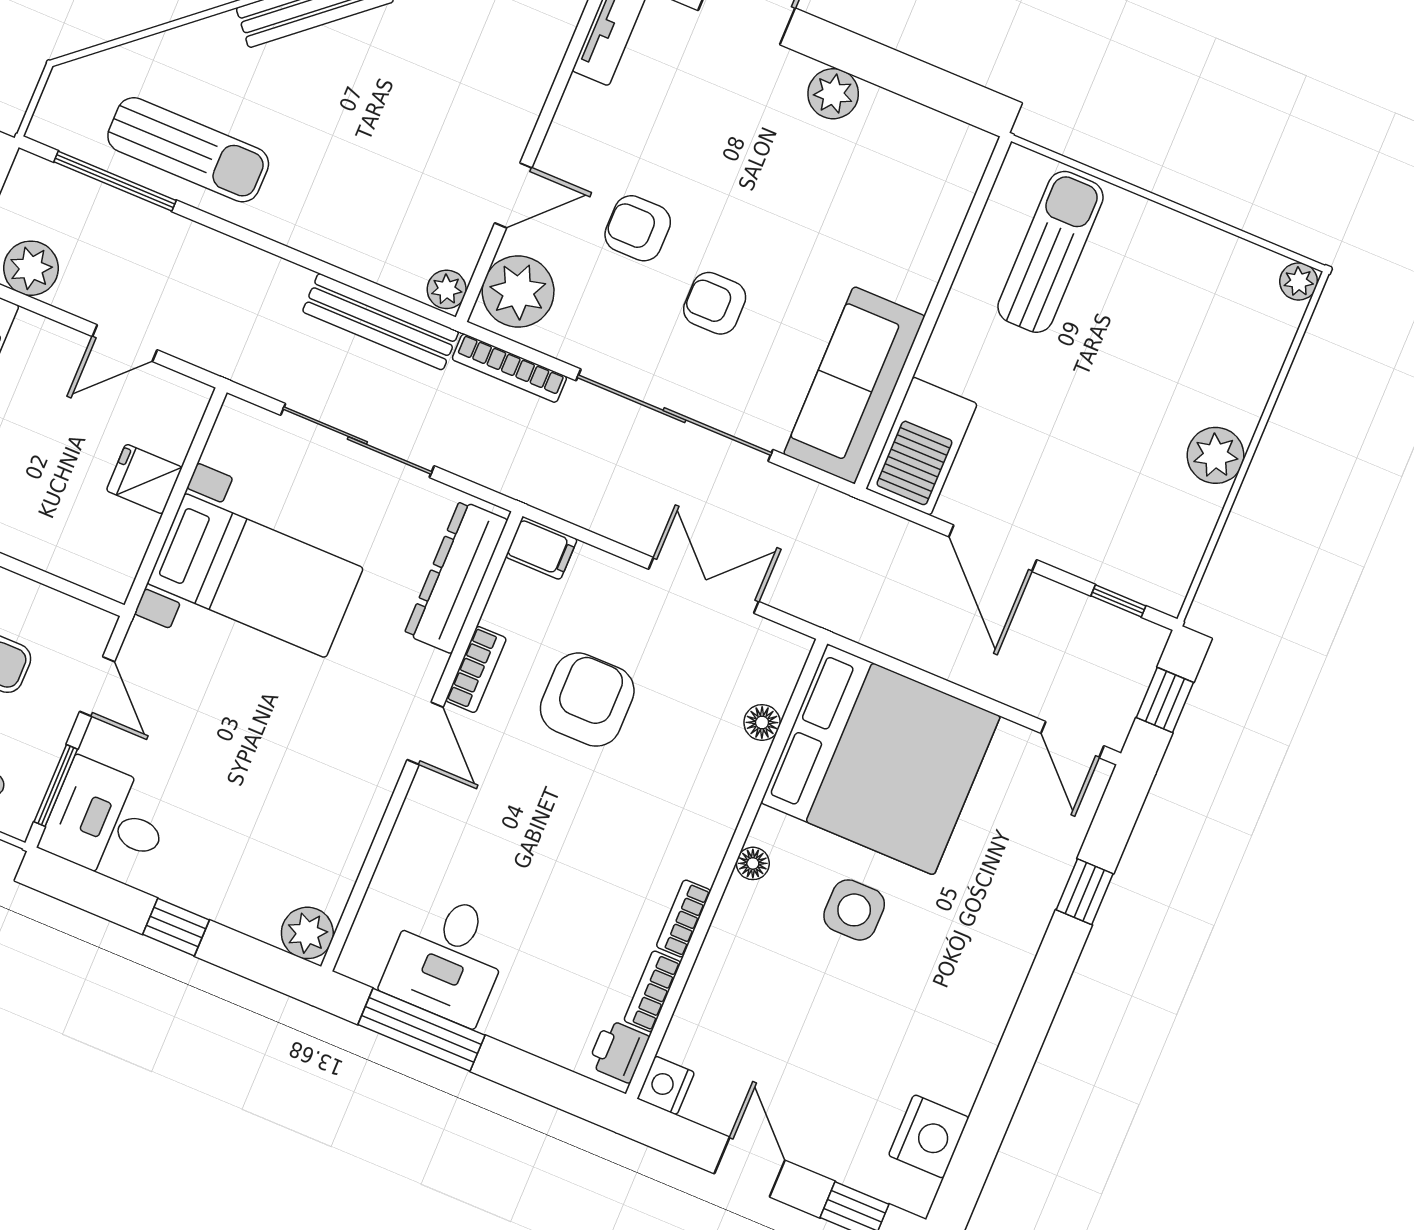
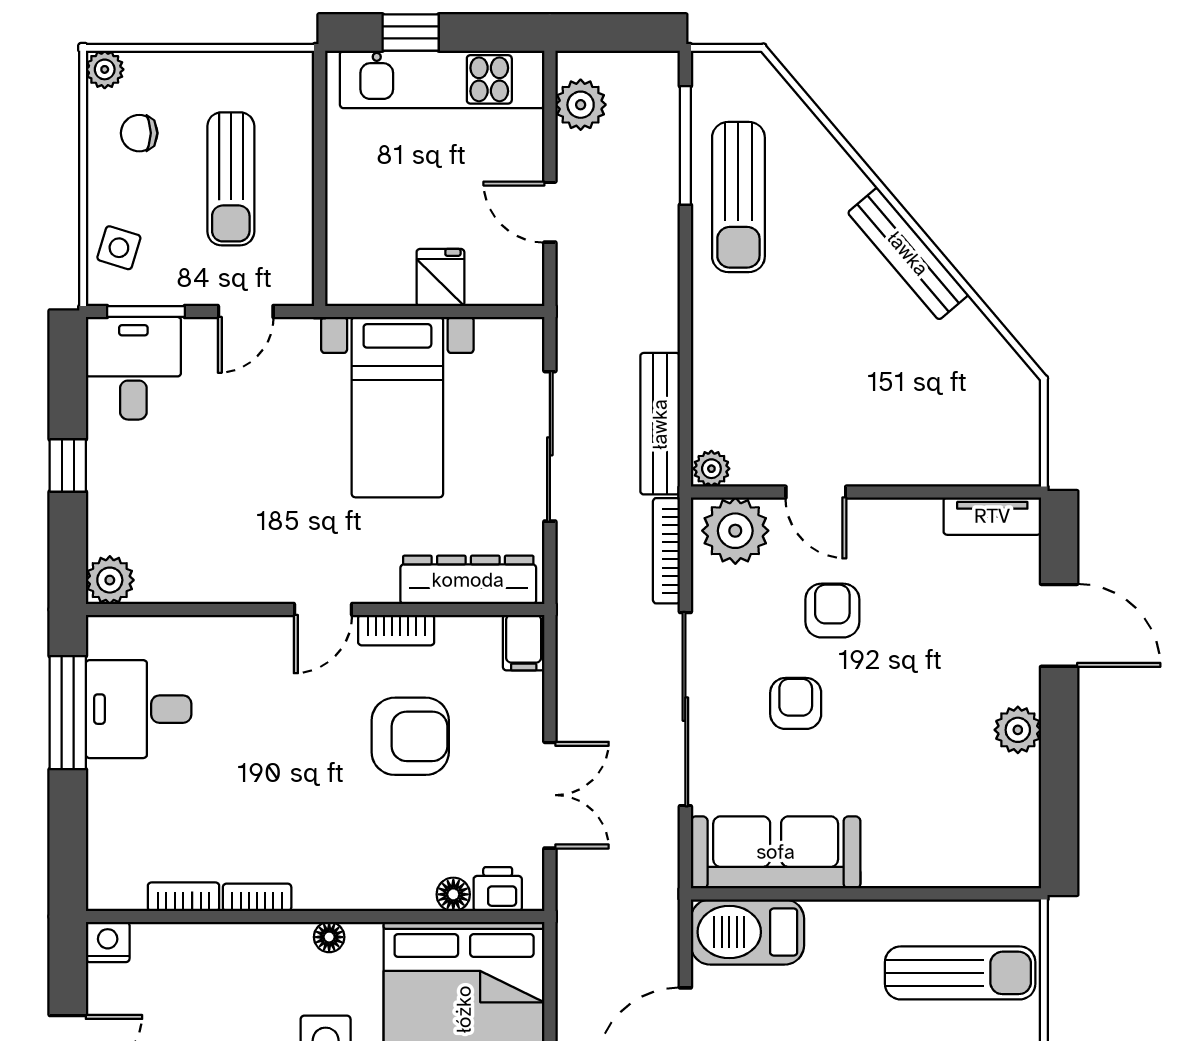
printer: (618, 1051) -> (498, 889), moved

